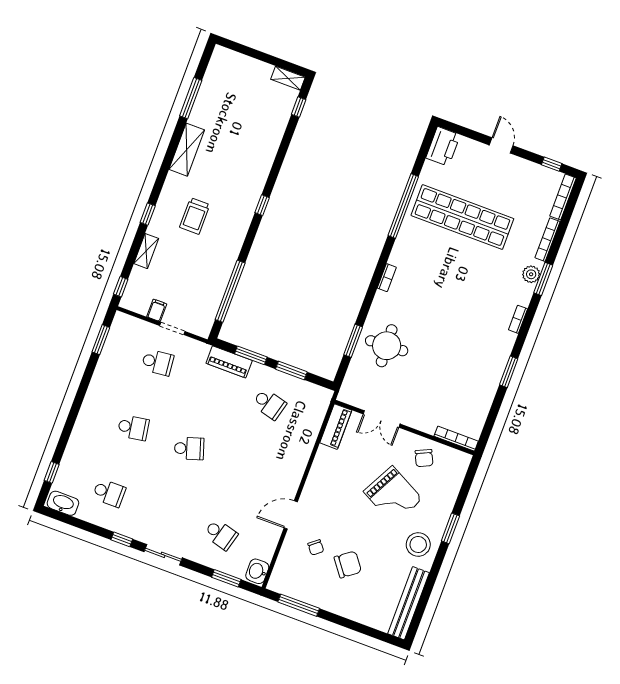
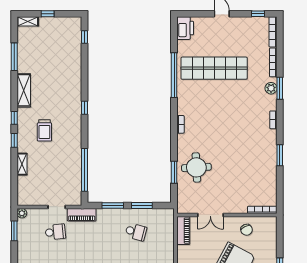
window: (259, 55) -> (48, 14), added
shelving: (288, 78) -> (28, 21), moved
window: (121, 287) -> (14, 118), moved
filing cabinet: (157, 310) -> (43, 199), removed
plant: (121, 319) -> (22, 213), added
piano: (229, 362) -> (82, 215), moved

